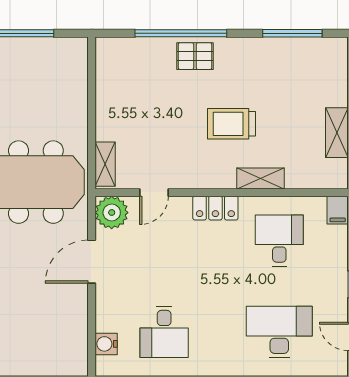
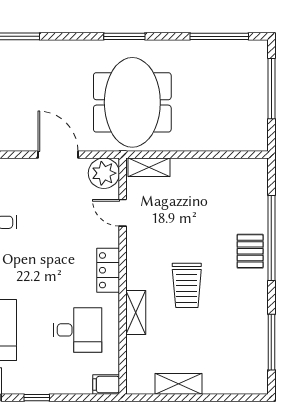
trolley: (232, 124) -> (187, 285), turned 180

